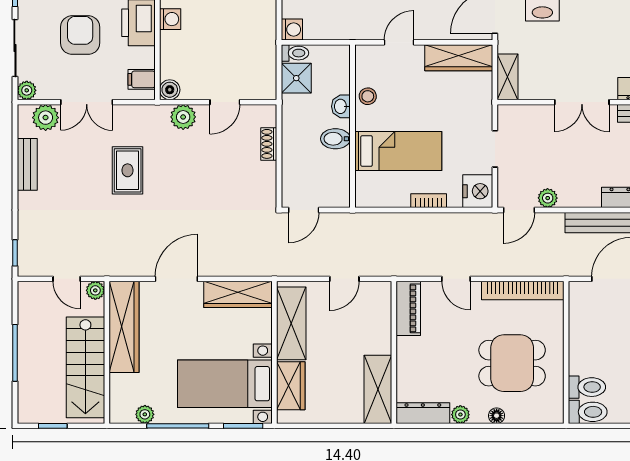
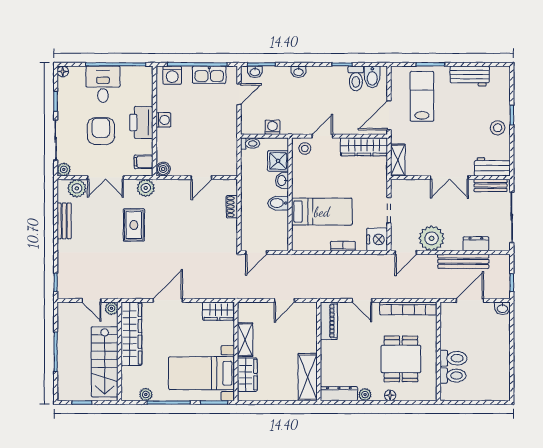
washing machine: (292, 30) -> (272, 127), moved, turned -90
shower: (296, 78) -> (278, 161), moved
stool: (368, 96) -> (305, 149), moved
plant: (183, 117) -> (146, 188), moved
plant: (548, 198) -> (432, 238), width x1.88, depth x1.88
wardrobe: (238, 294) -> (218, 311), width x0.67
shelving: (291, 323) -> (245, 340), width x0.67, depth x0.75
dining table: (512, 363) -> (401, 359), turned 90
toilet: (588, 412) -> (453, 358), moved

